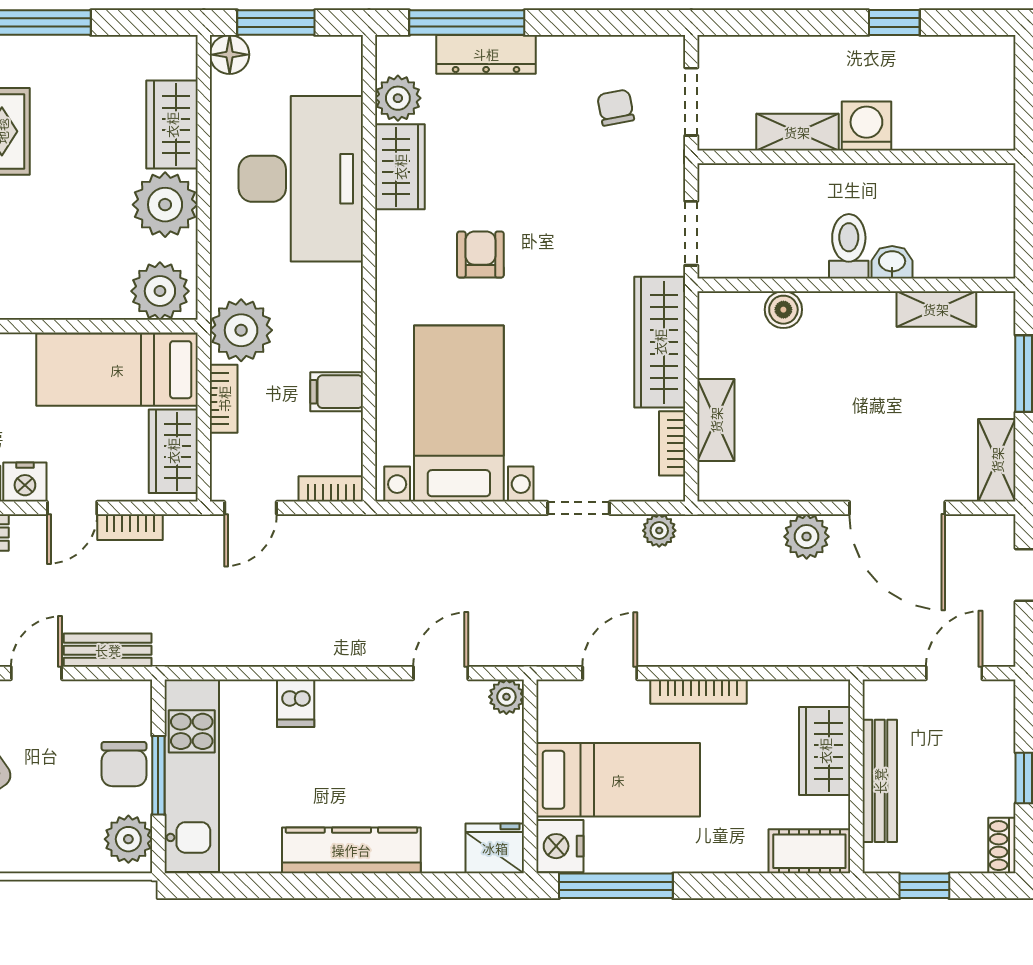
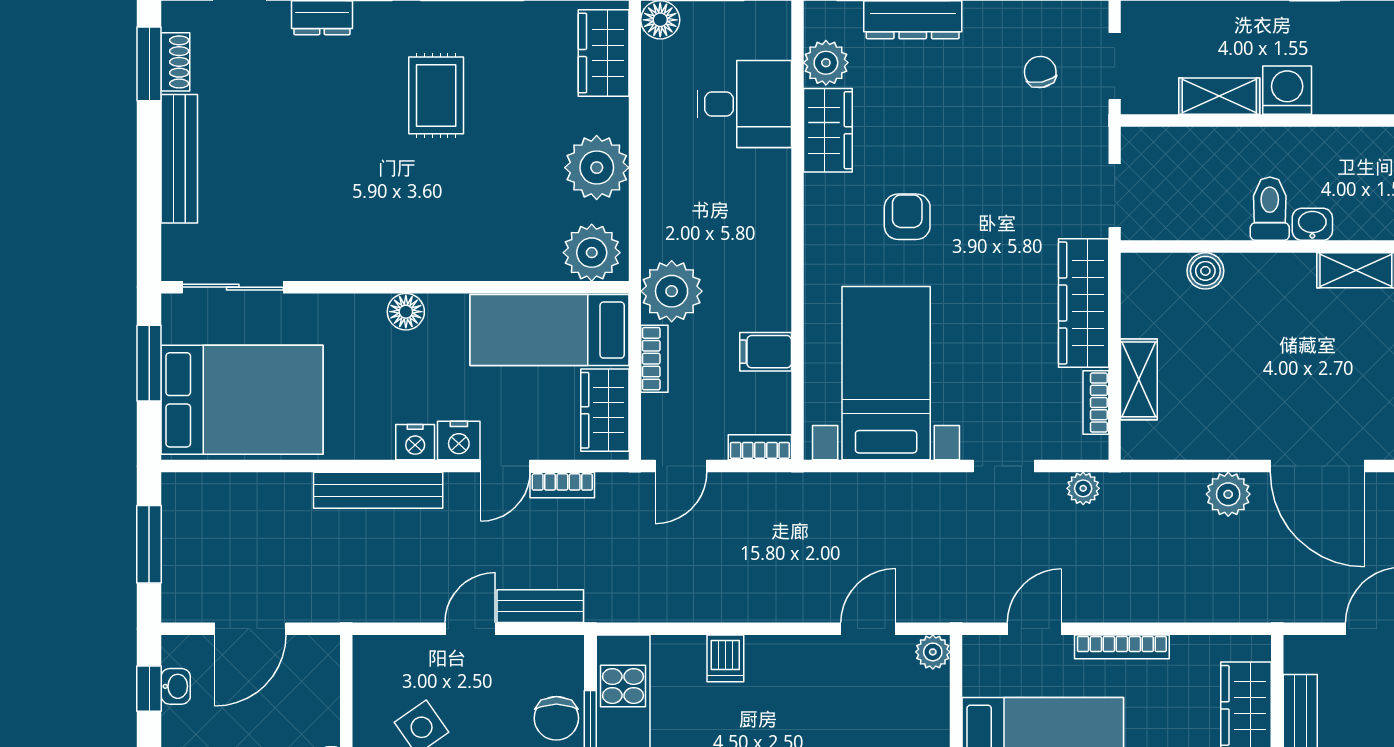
wardrobe: (172, 125) -> (604, 53), moved
desk: (301, 179) -> (744, 104), width x0.53, depth x0.77

